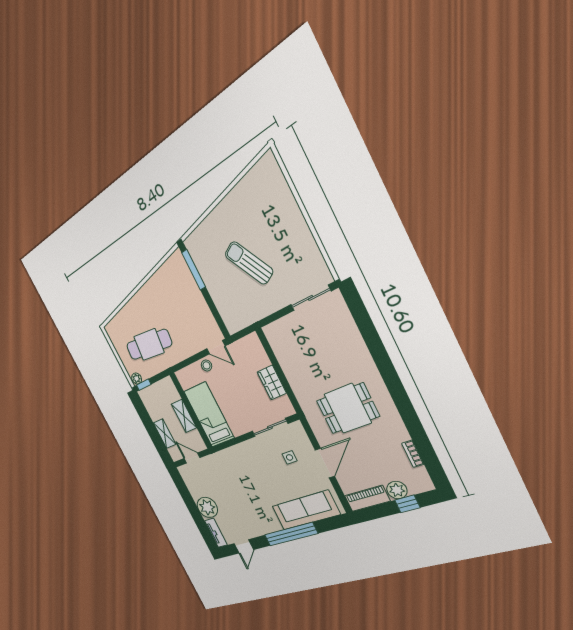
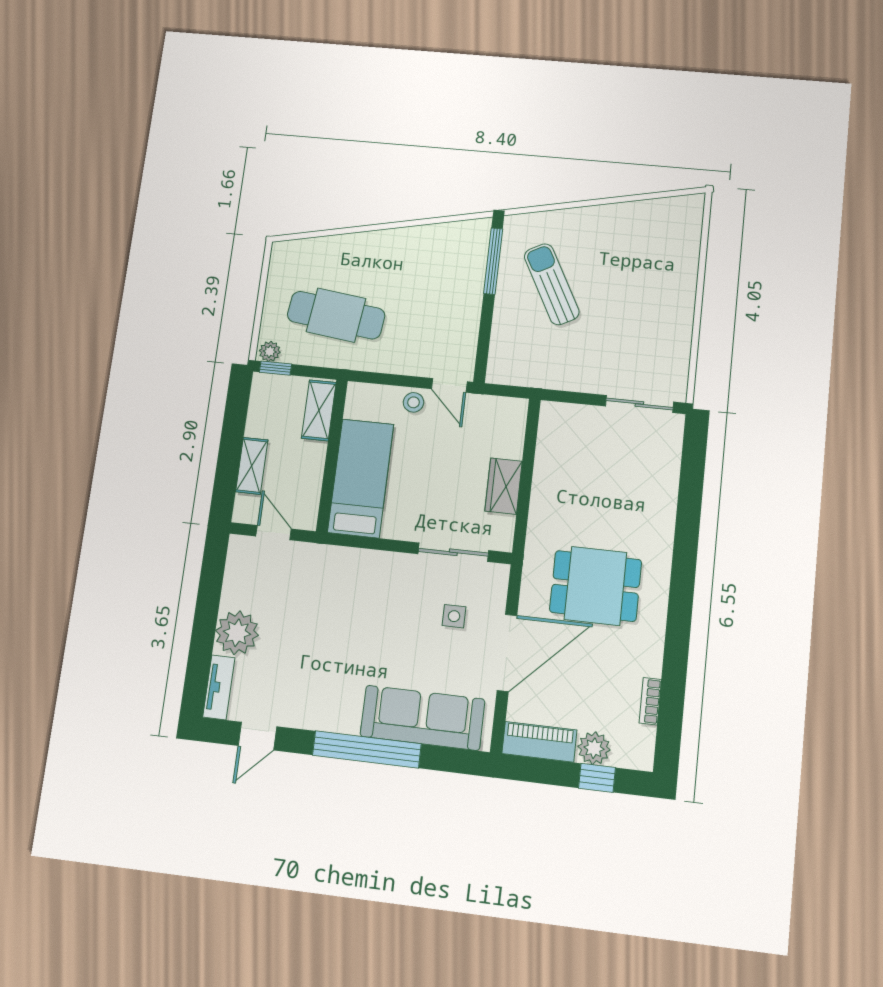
sun lounger: (249, 263) -> (552, 284), moved
shelving: (184, 416) -> (319, 410), moved
door: (325, 463) -> (507, 653), width x1.36

